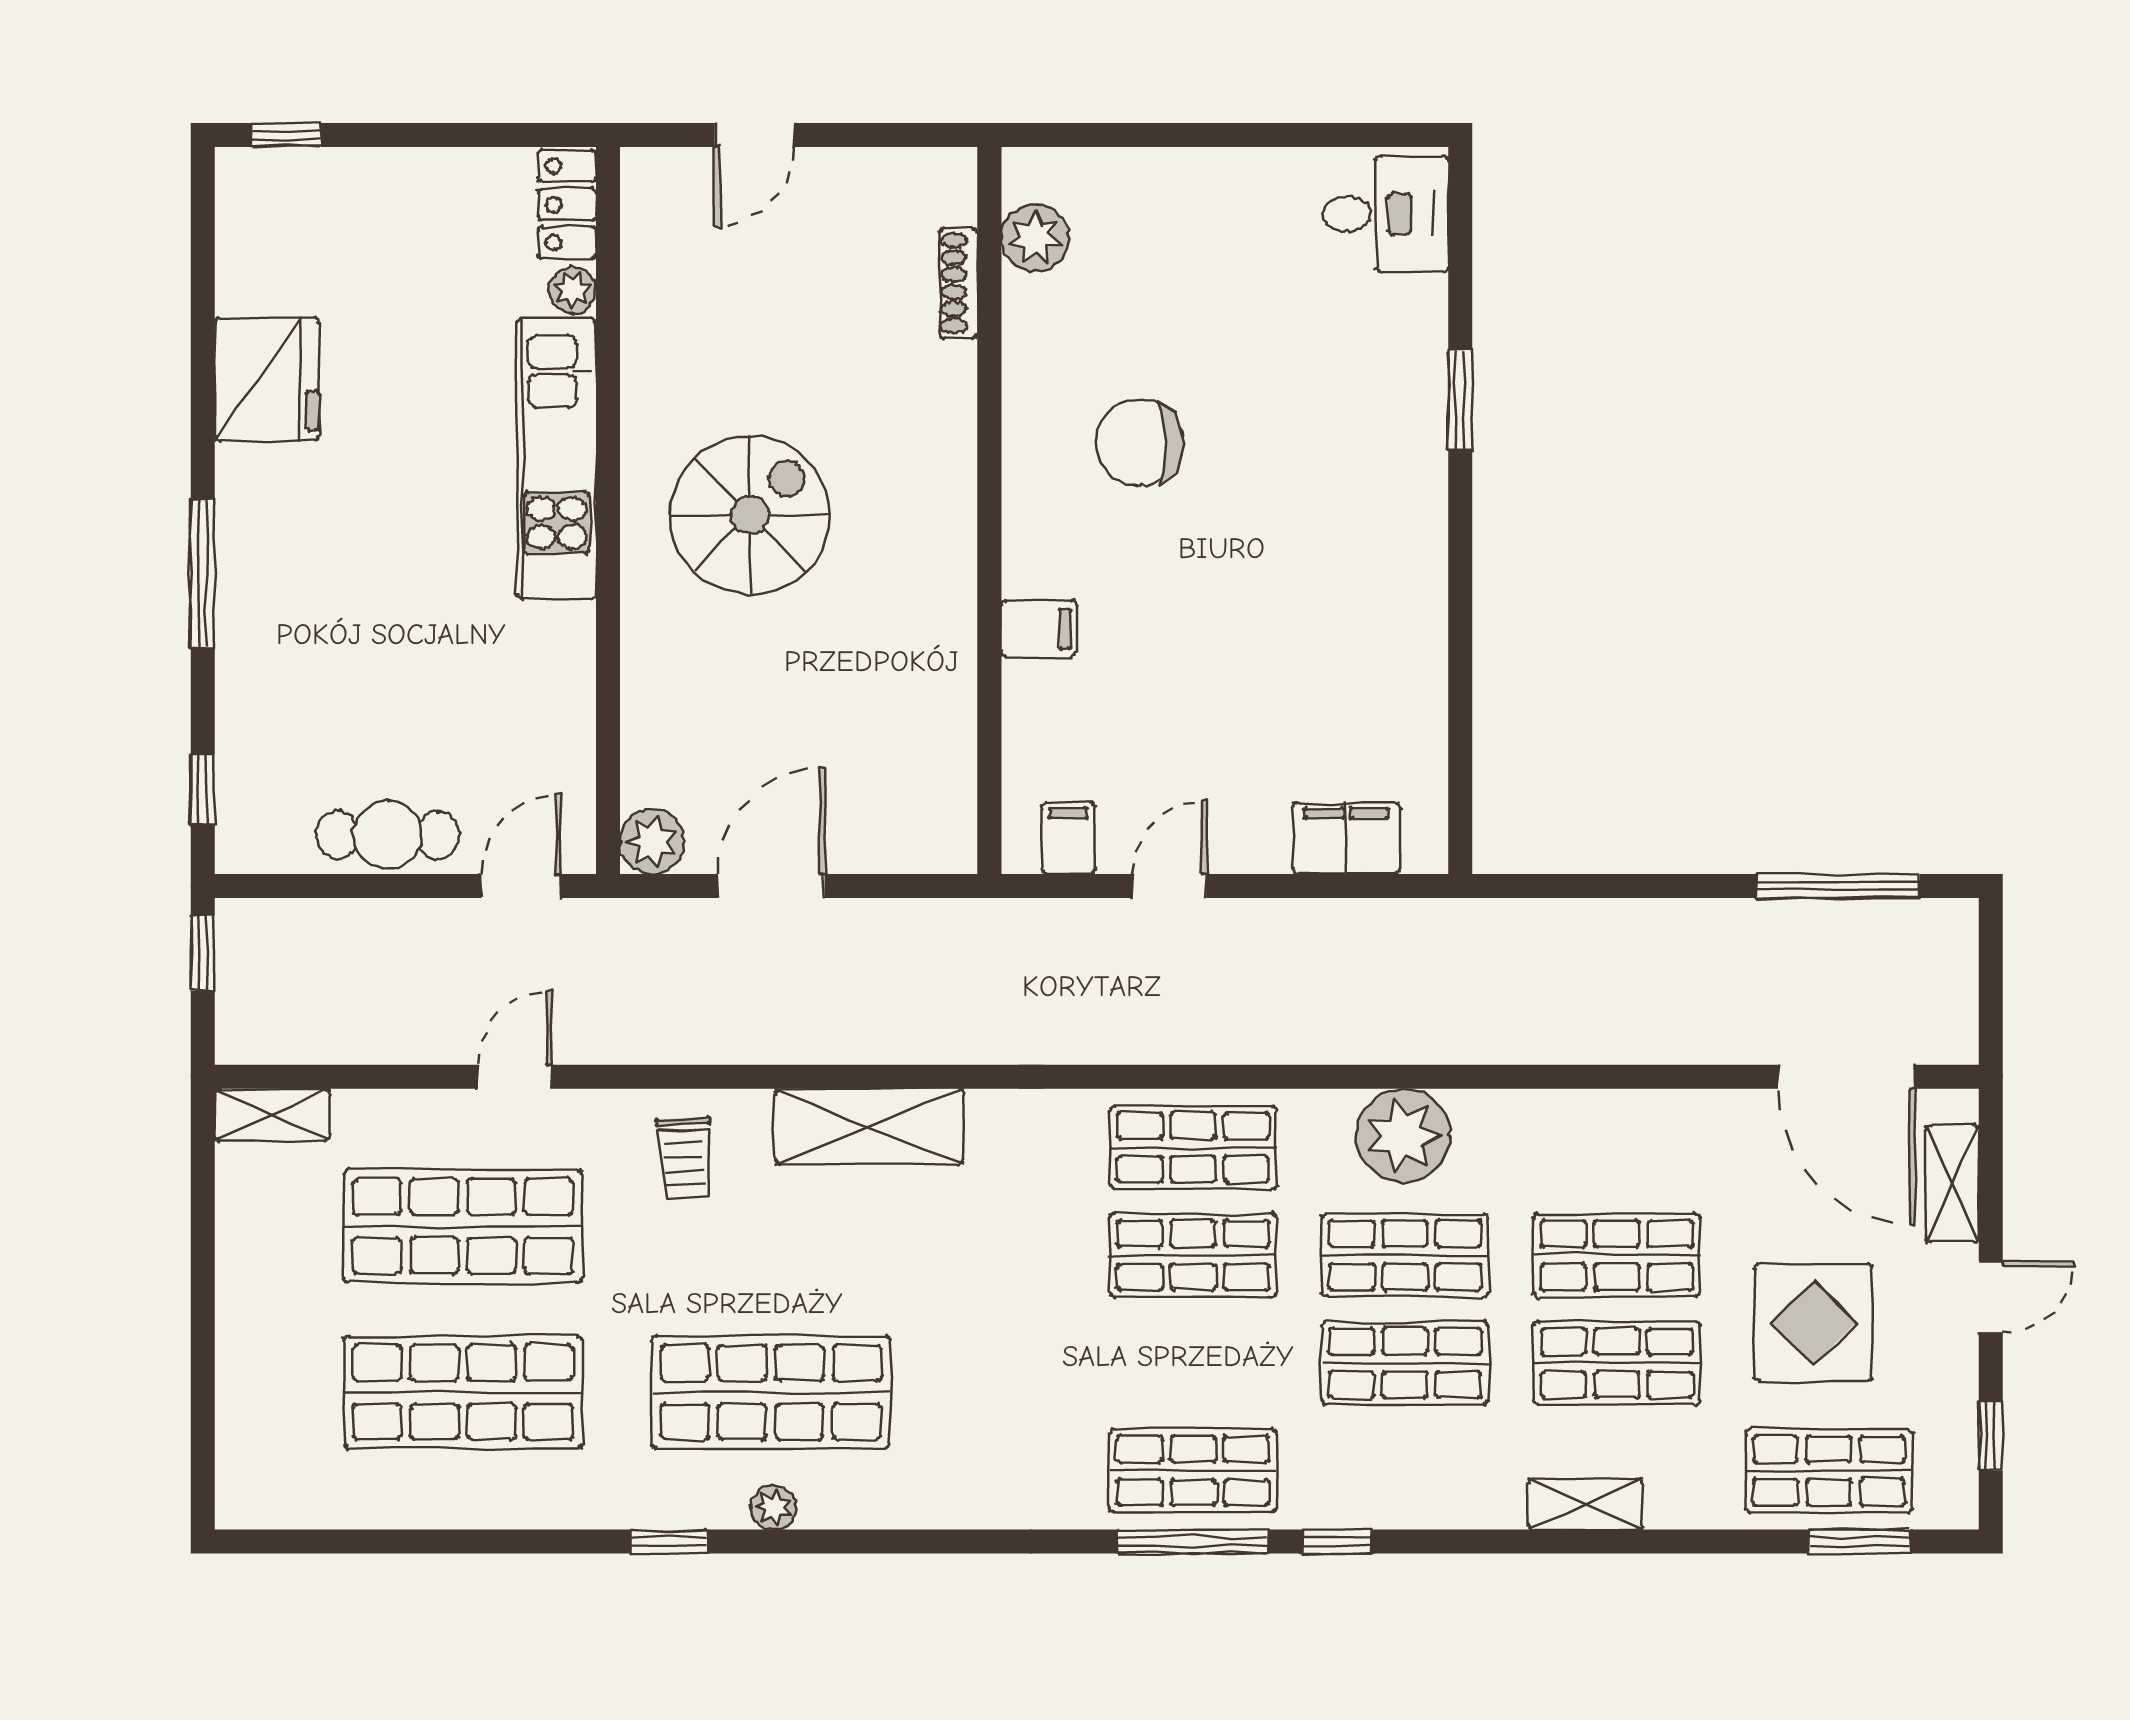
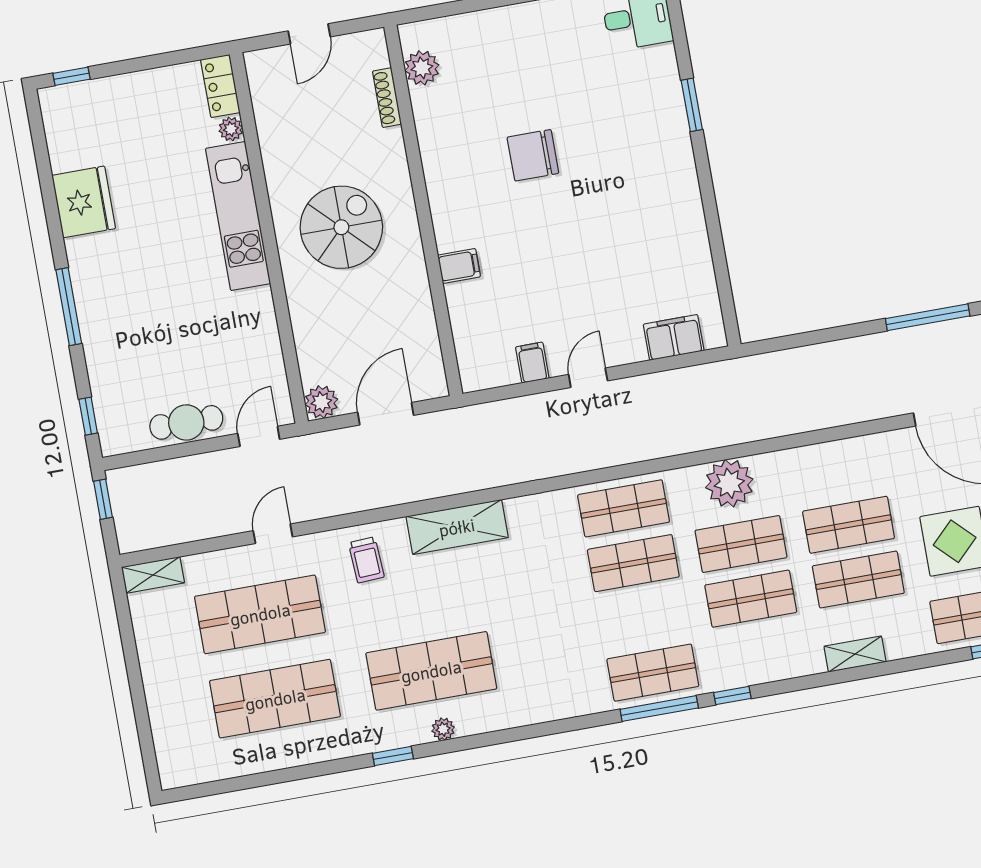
plant: (1035, 238) -> (422, 68), moved
shoe rack: (959, 283) -> (387, 98), moved
wall: (989, 510) -> (423, 210), moved
filing cabinet: (1039, 629) -> (459, 266), moved

